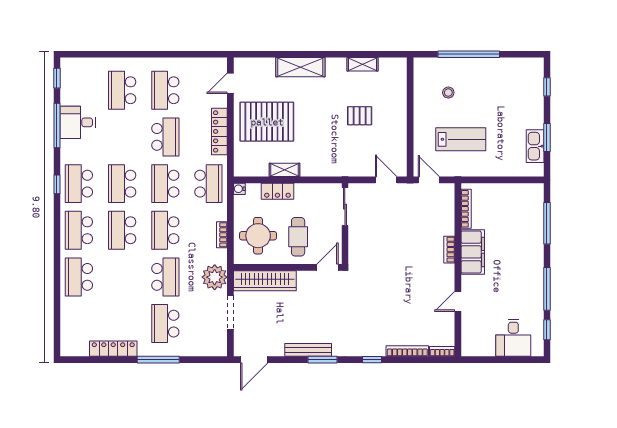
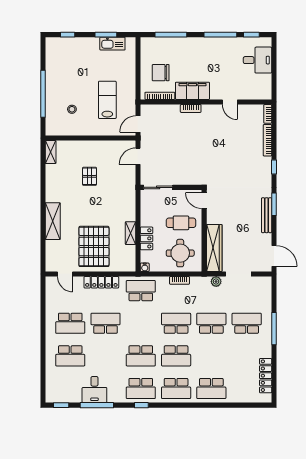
shelving: (362, 64) -> (51, 152), moved
school desk: (165, 184) -> (141, 323), removed
chair: (497, 210) -> (161, 73), added
school desk: (165, 230) -> (176, 323), turned 180
plant: (215, 277) -> (216, 282), width x0.53, depth x0.53
school desk: (165, 324) -> (247, 323), turned 180
locker: (113, 349) -> (266, 376), moved

